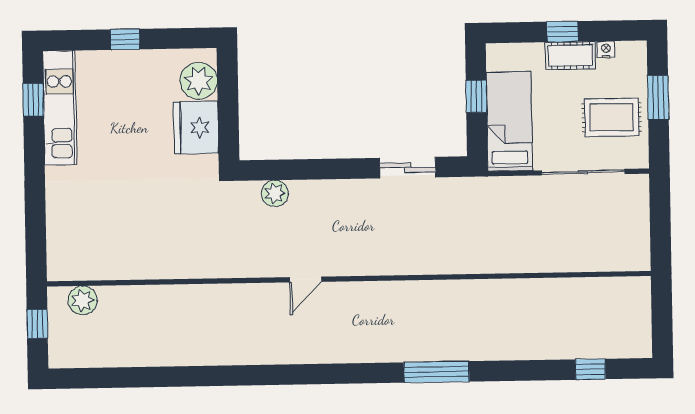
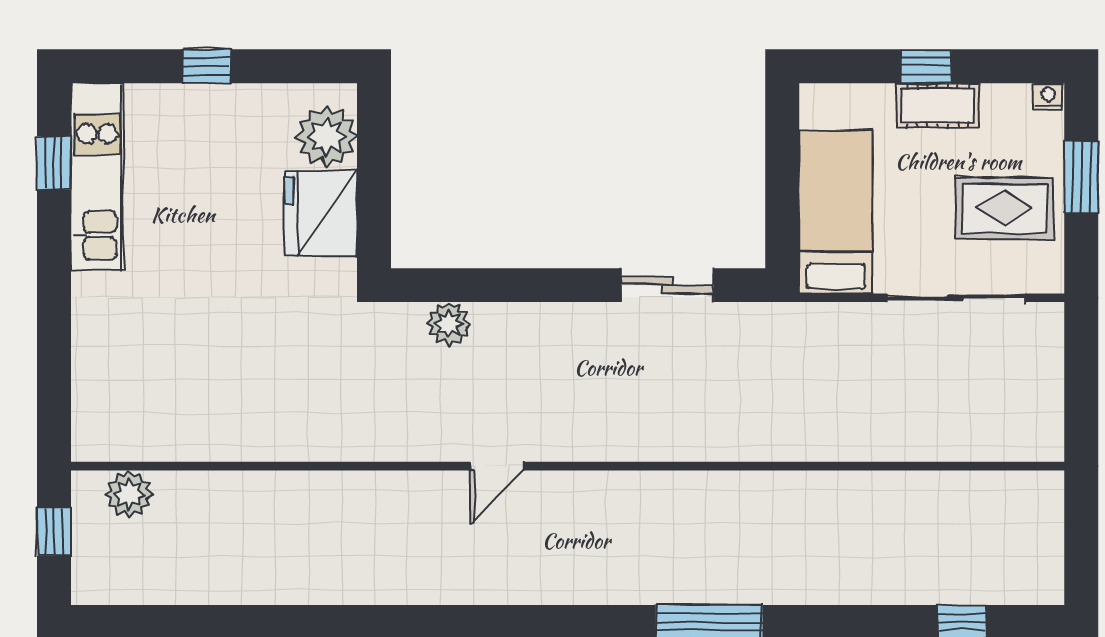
nightstand: (606, 49) -> (1048, 97), moved
window: (476, 96) -> (782, 170), removed

